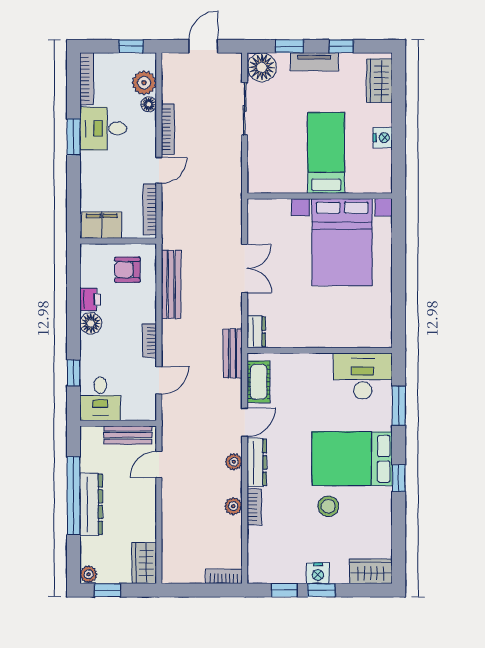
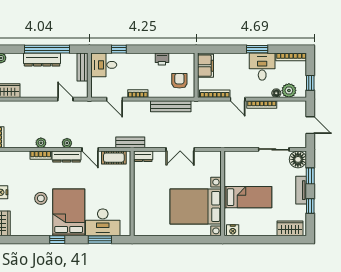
nightstand: (383, 138) -> (233, 230), moved
floor lamp: (91, 323) -> (148, 59), removed
desk: (363, 376) -> (103, 222), moved, turned 90
bench: (128, 435) -> (83, 67), moved

